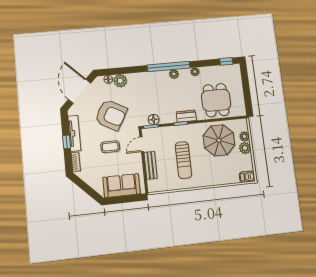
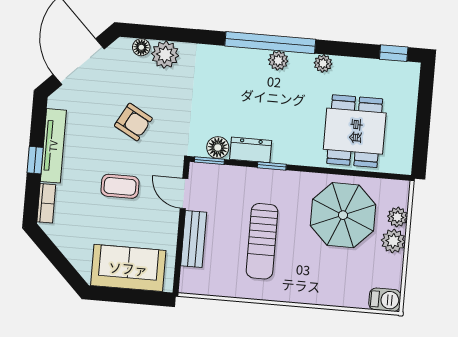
armchair: (111, 115) -> (133, 122), width x0.53, depth x0.53
dresser: (186, 116) -> (251, 150), moved
door: (142, 144) -> (184, 193), hinge flipped

